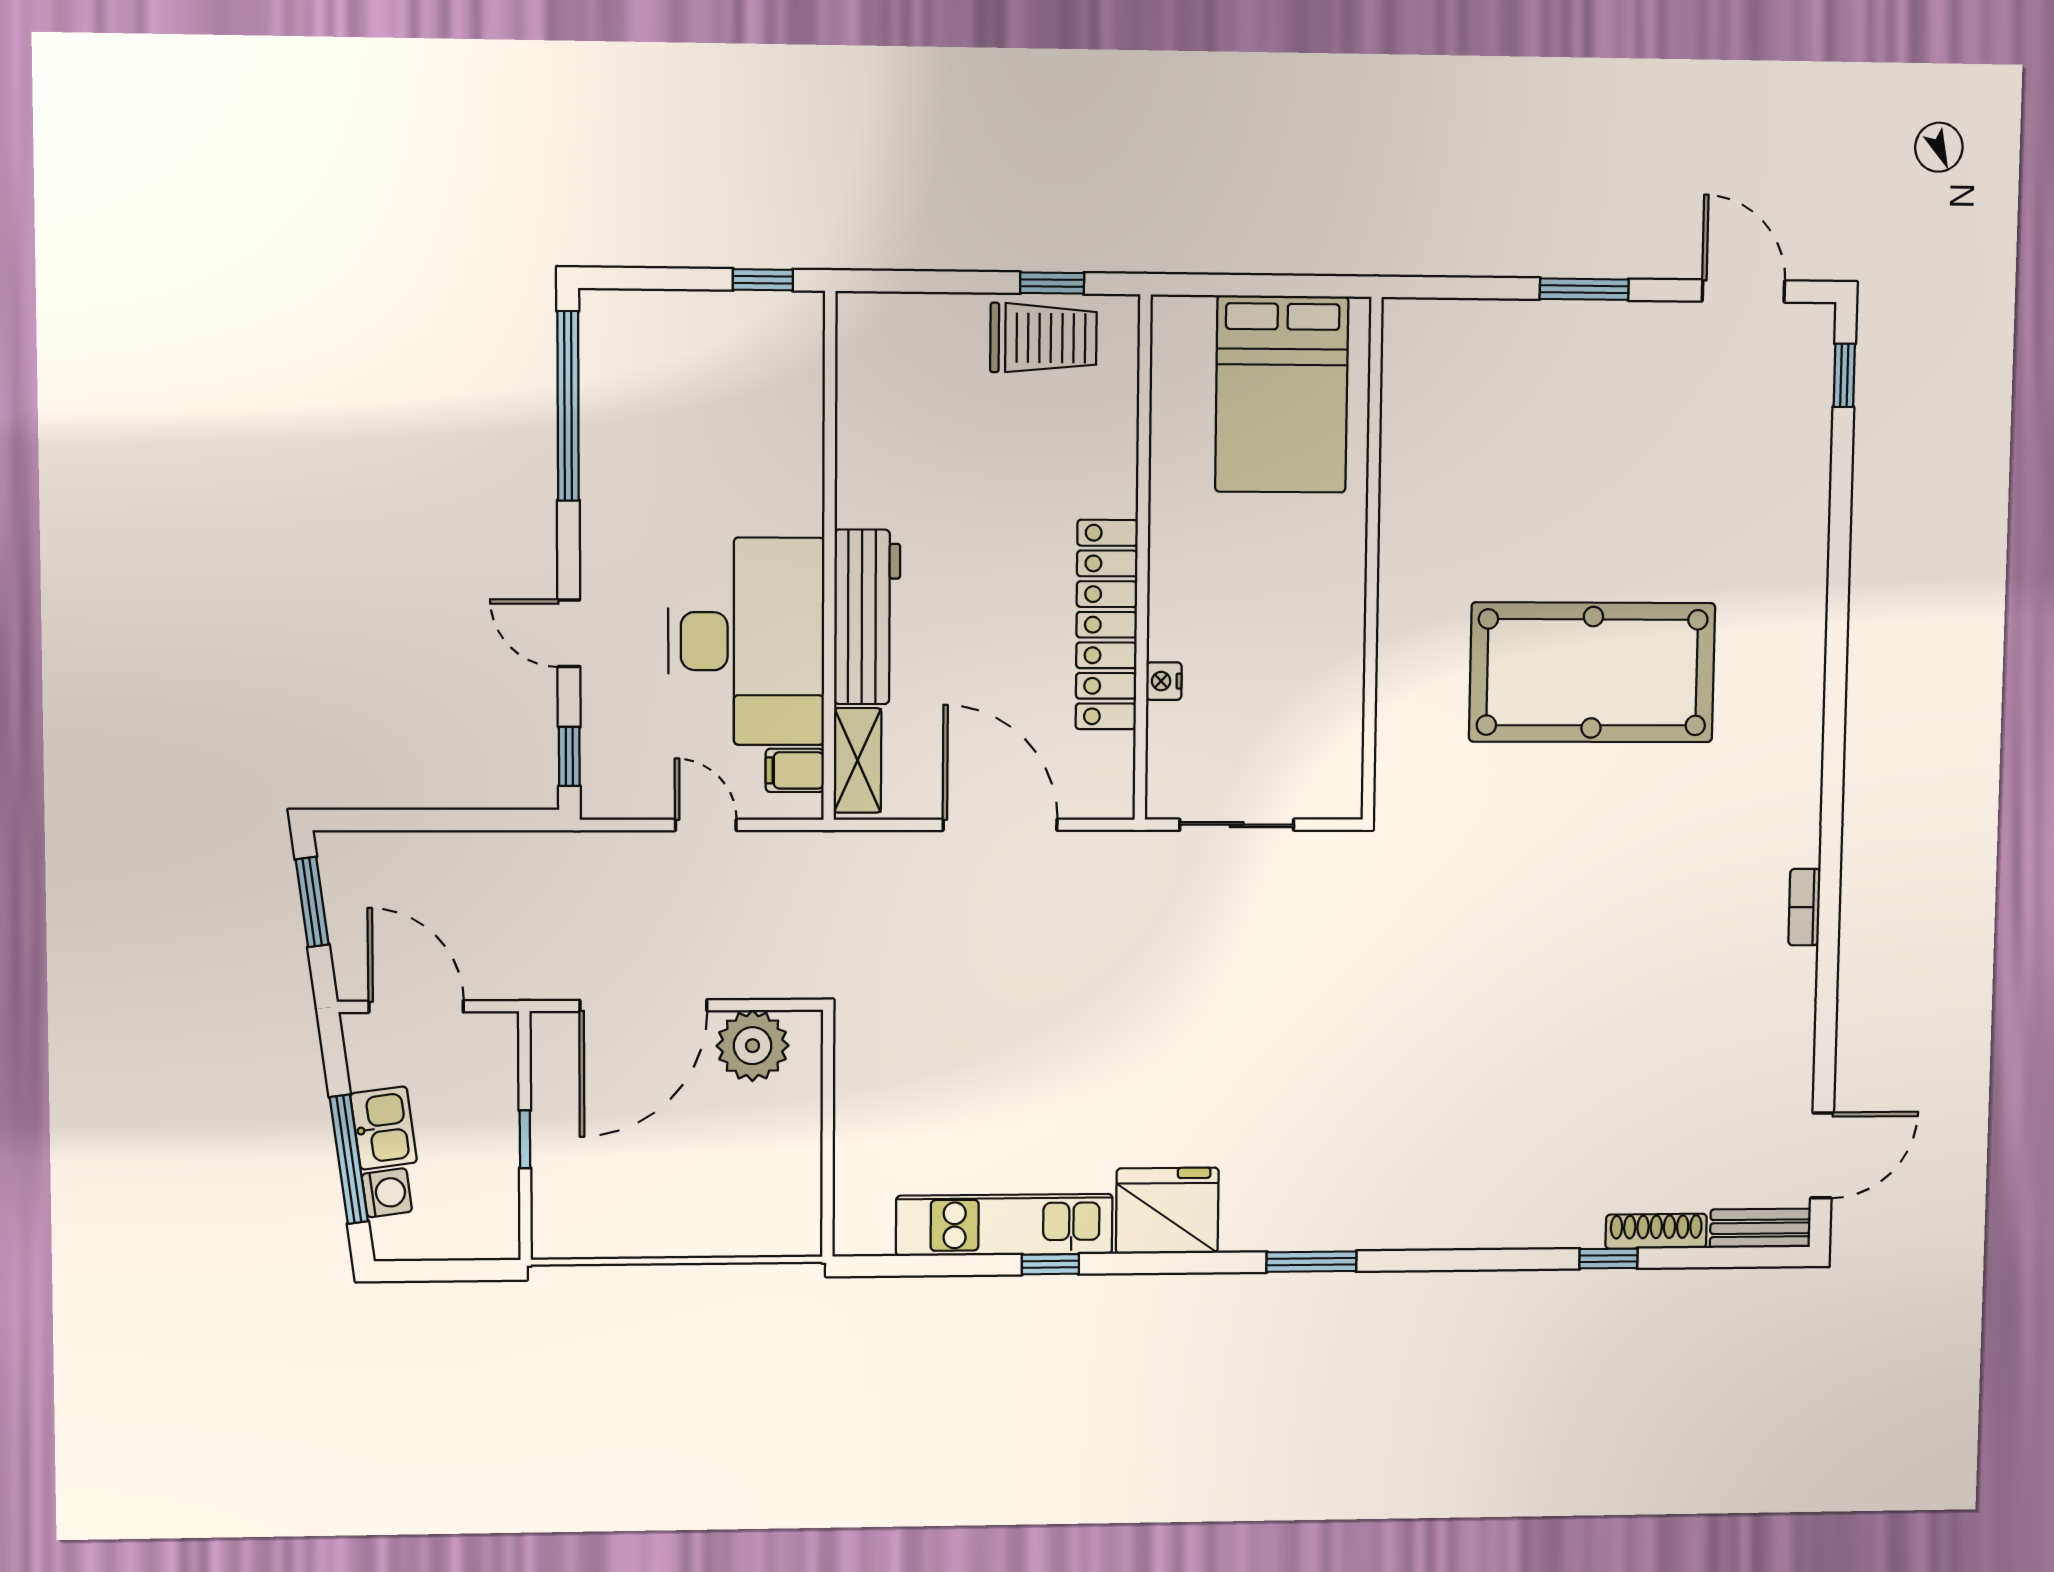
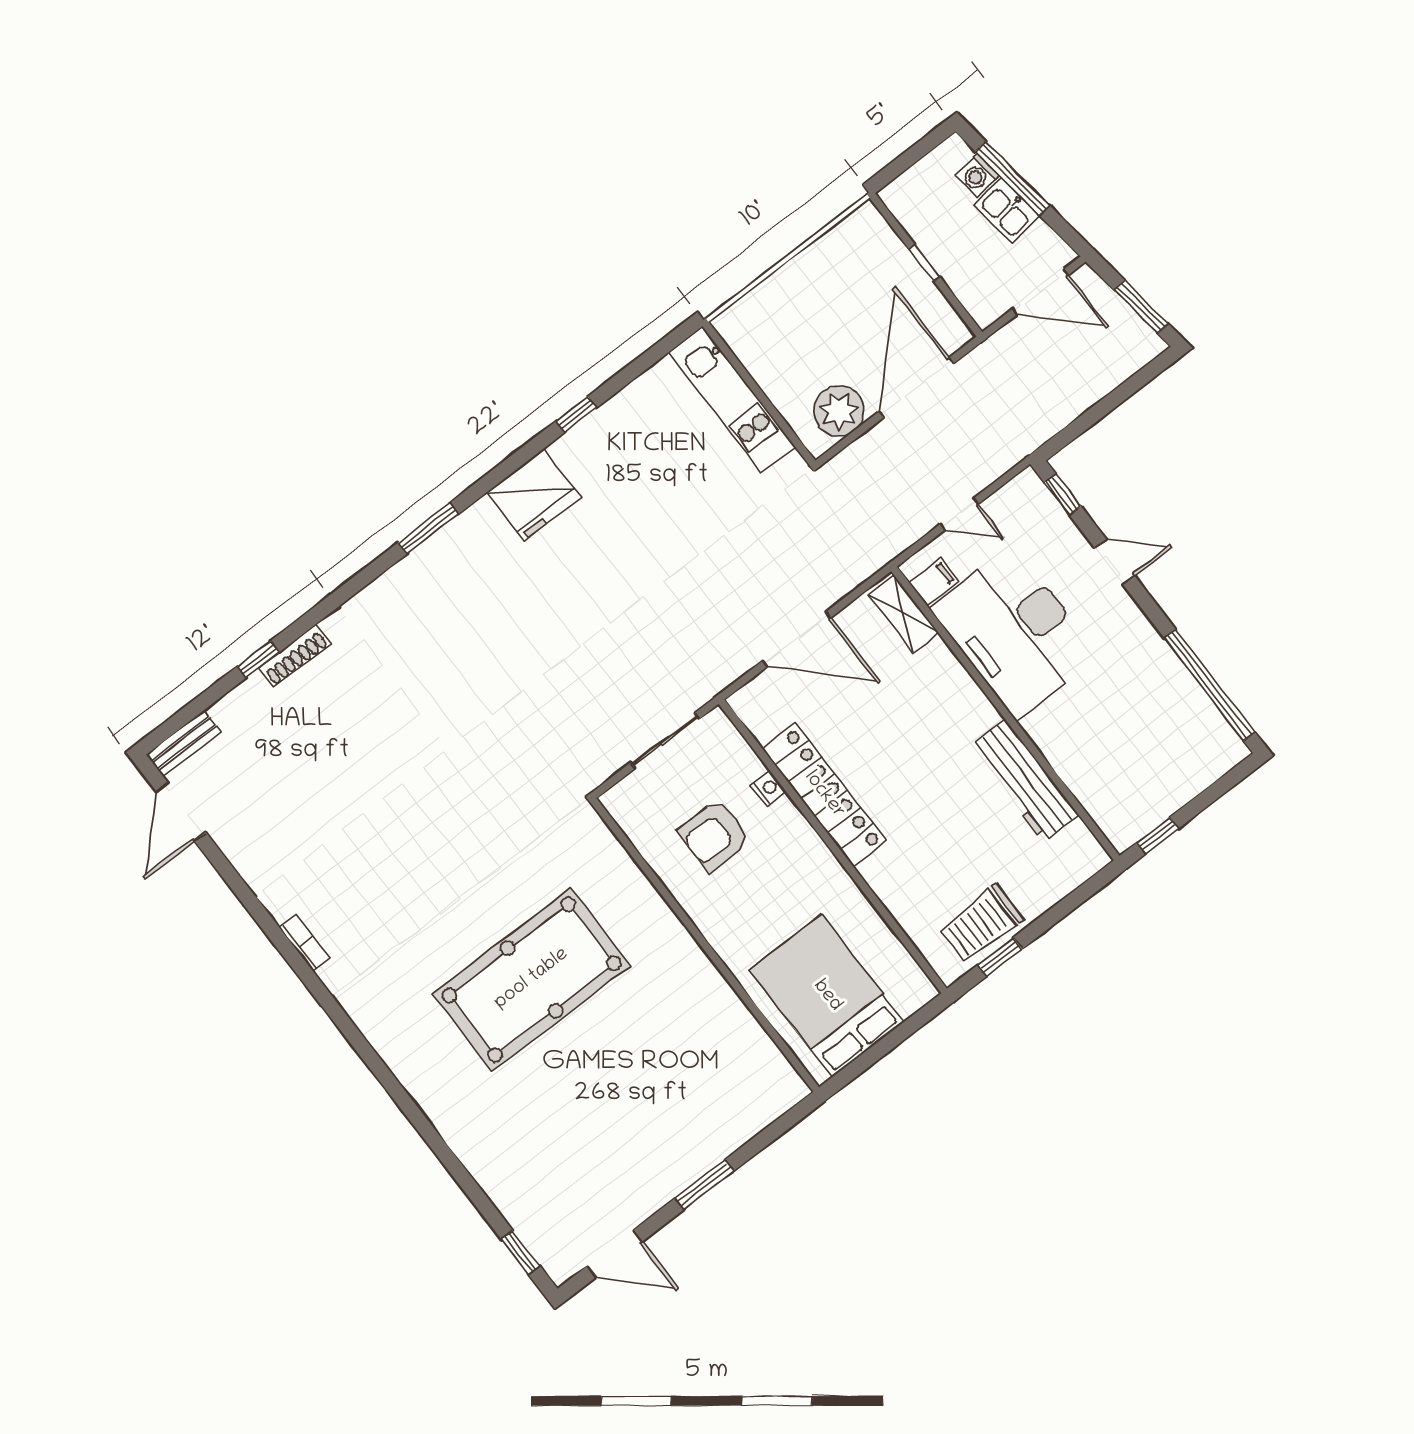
workbench: (867, 617) -> (1024, 781), moved
armchair: (1265, 675) -> (714, 835), added
kitchen unit: (1004, 1225) -> (732, 400), moved, turned 90
shoe rack: (1656, 1231) -> (295, 656), moved

